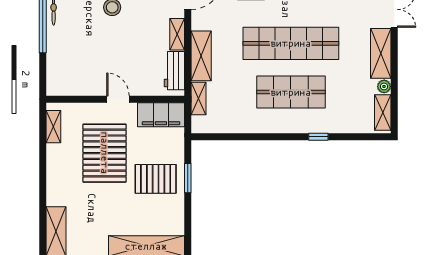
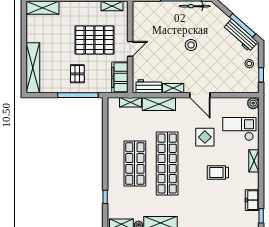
window: (318, 137) -> (105, 197), moved
window: (188, 178) -> (78, 95), width x2.11
pallet: (156, 179) -> (77, 74), width x0.67, depth x0.71

